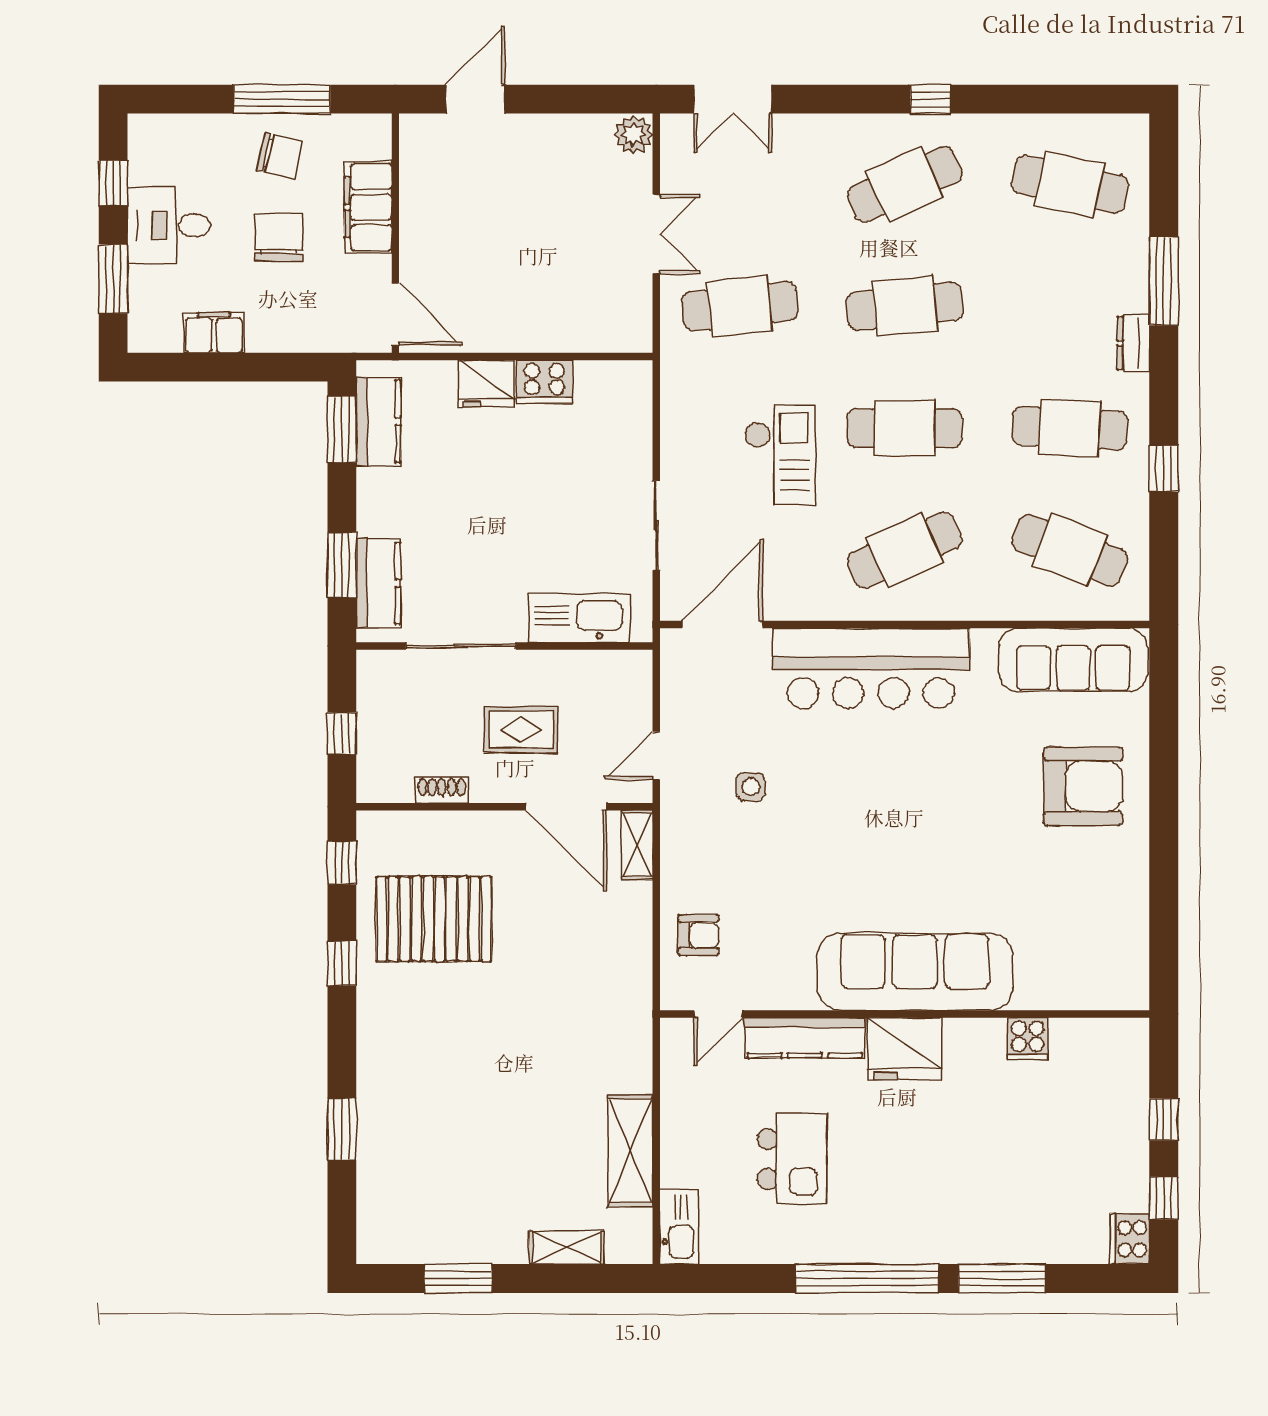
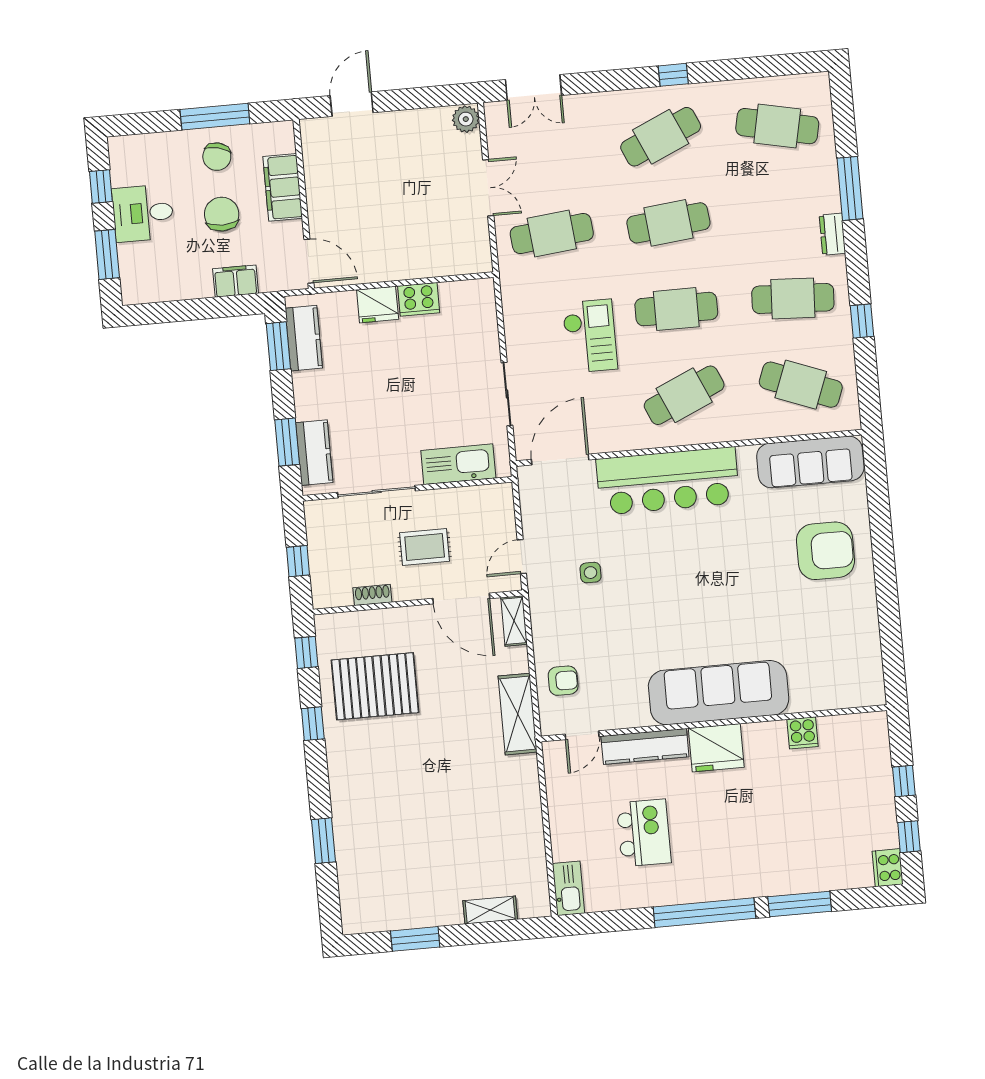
chair: (280, 156) -> (217, 157), turned 91
filing cabinet: (214, 333) -> (236, 281), moved
shelving: (630, 1151) -> (518, 714), moved

